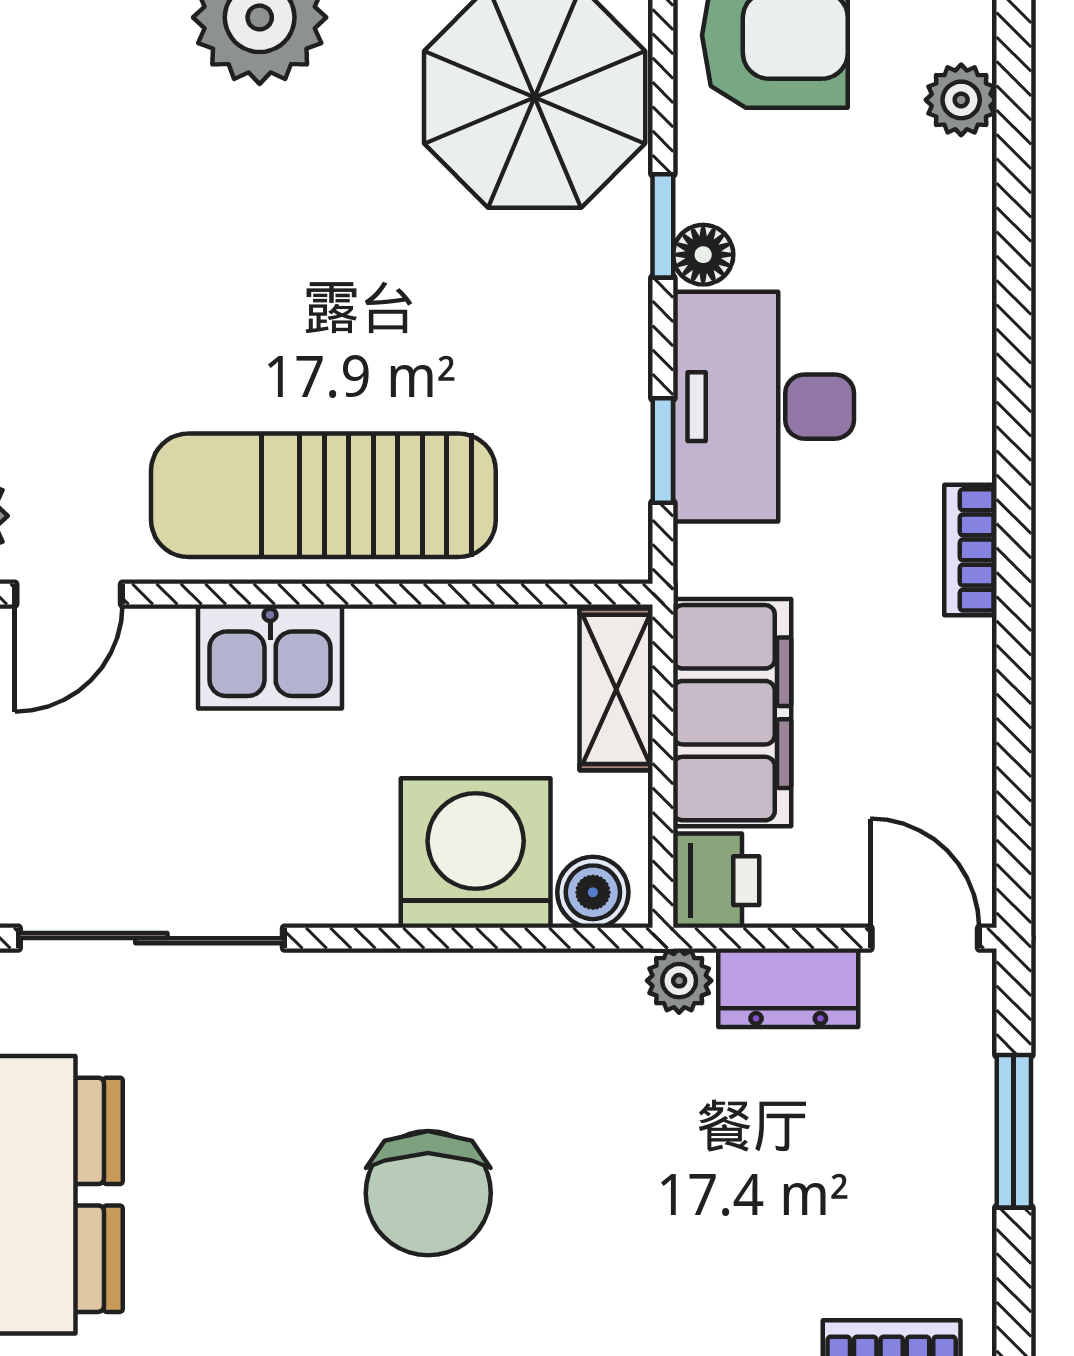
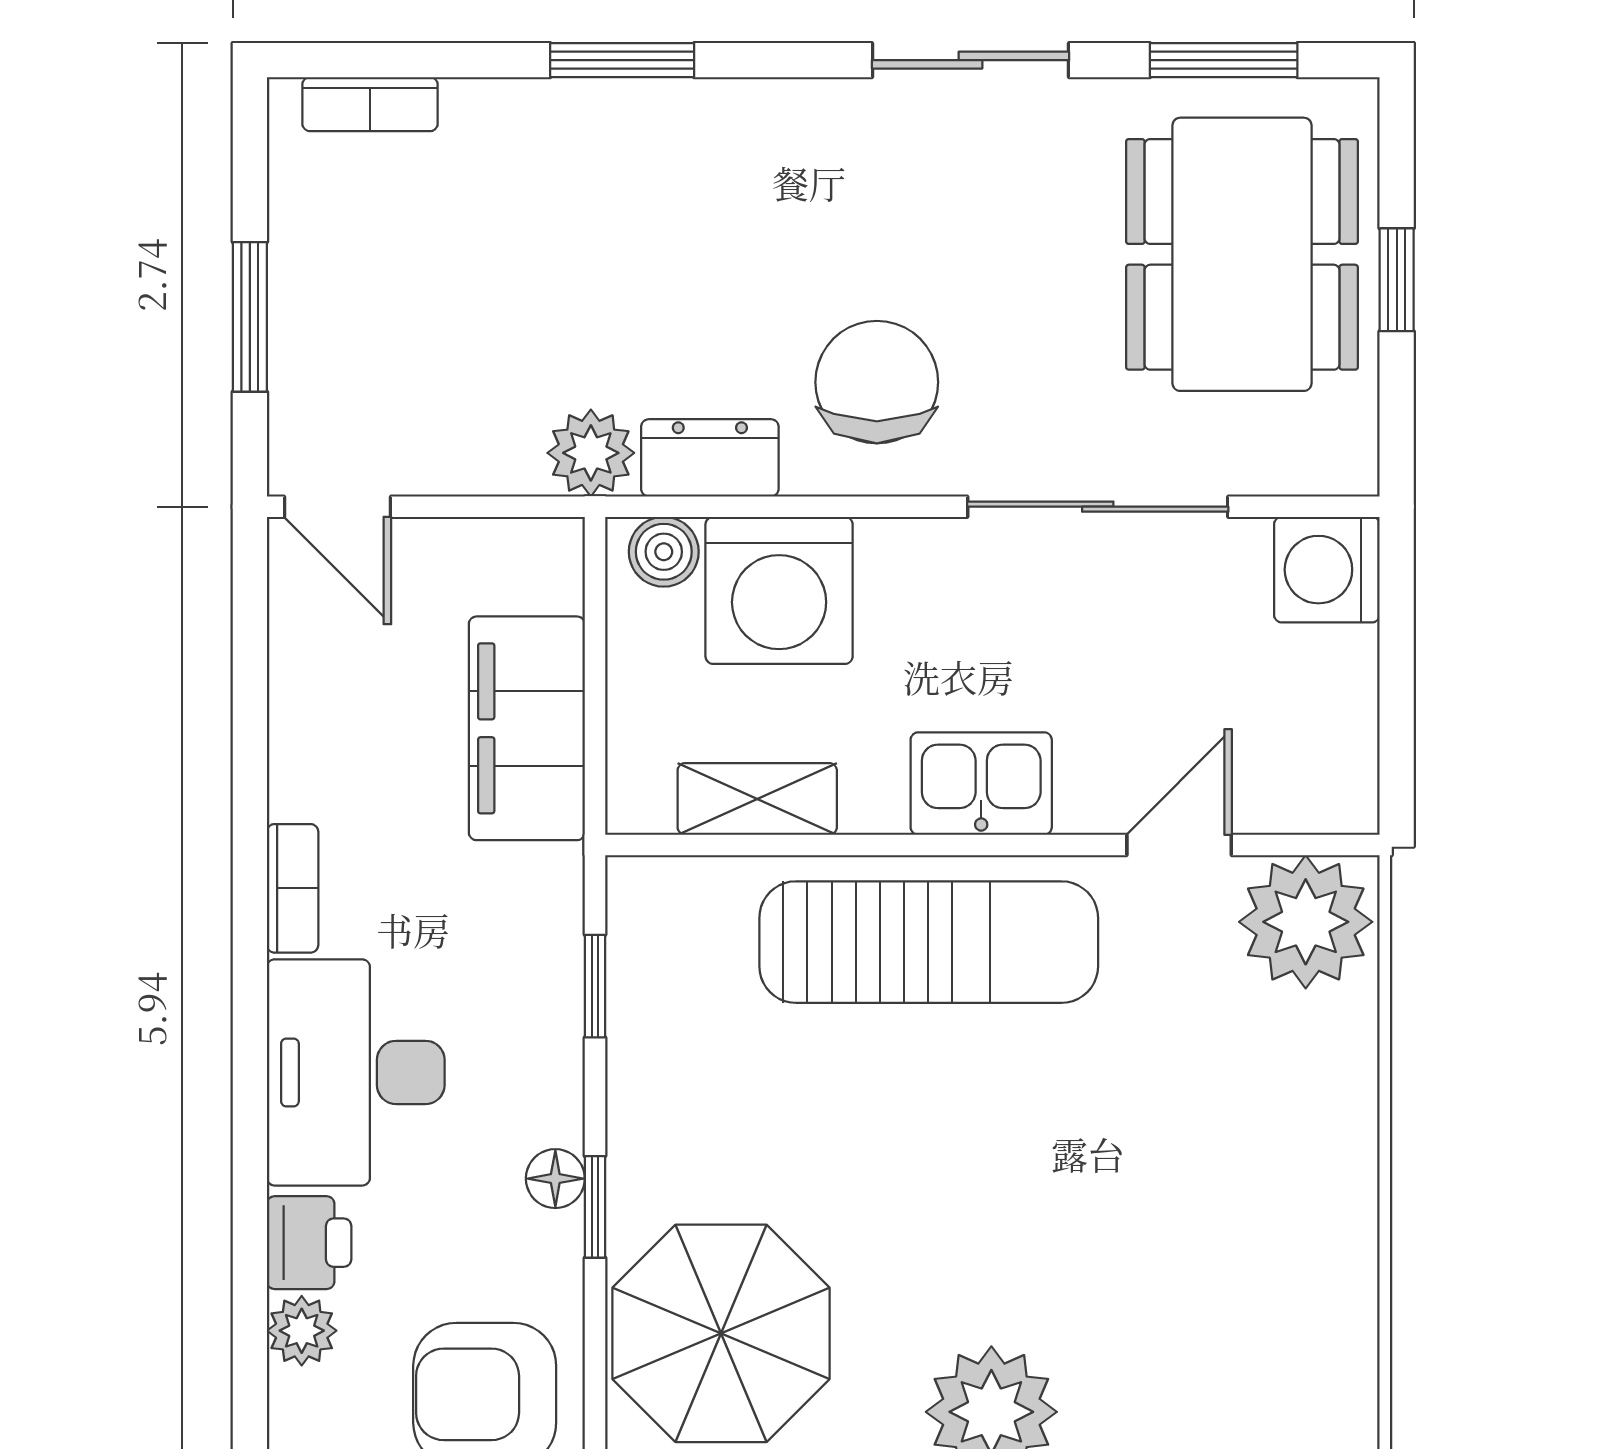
desk: (764, 407) -> (356, 1072), moved, turned 180
shelving: (616, 689) -> (757, 799), moved, turned 90
printer: (716, 881) -> (309, 1243), moved, turned 180
plant: (679, 981) -> (591, 453), width x1.38, depth x1.38
dresser: (788, 988) -> (710, 458), moved
chair: (428, 1193) -> (877, 382), moved

